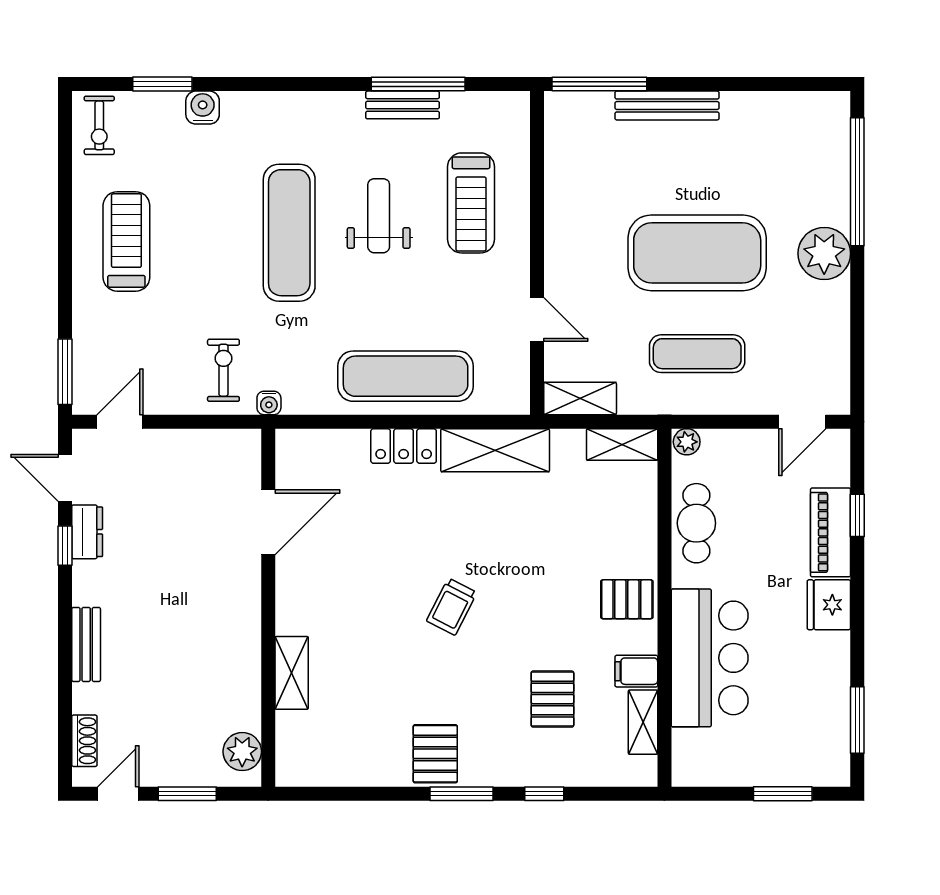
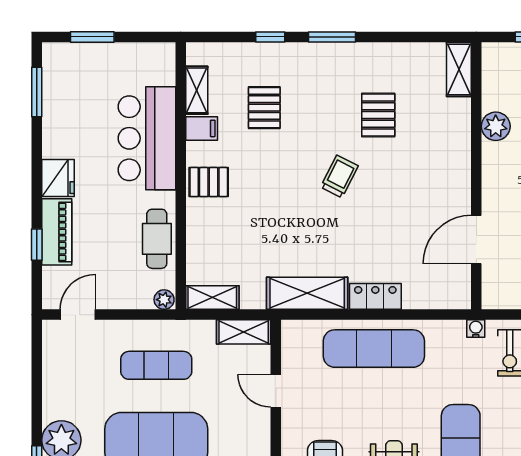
shelving: (292, 673) -> (459, 69), moved
plant: (242, 752) -> (496, 126), moved
pallet: (435, 754) -> (378, 115), moved

